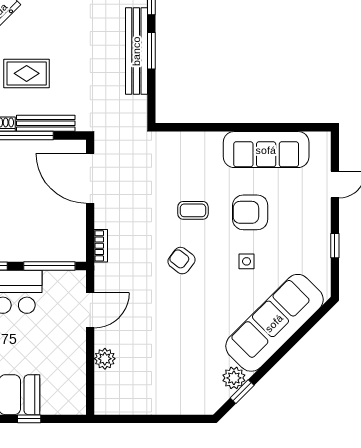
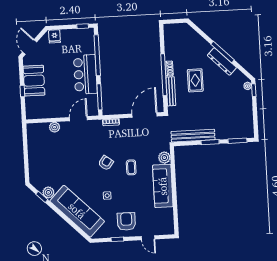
bench: (136, 51) -> (193, 136), moved
plant: (177, 143) -> (164, 158), added
sofa: (266, 150) -> (163, 186), moved
armchair: (250, 212) -> (126, 221), moved
door: (90, 310) -> (78, 119), swing flipped

